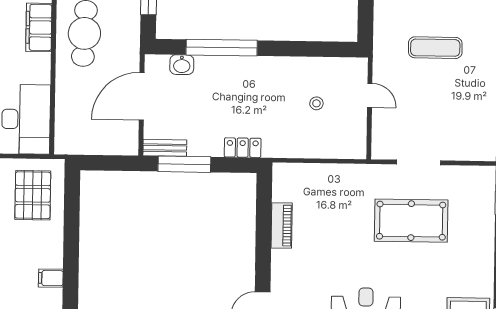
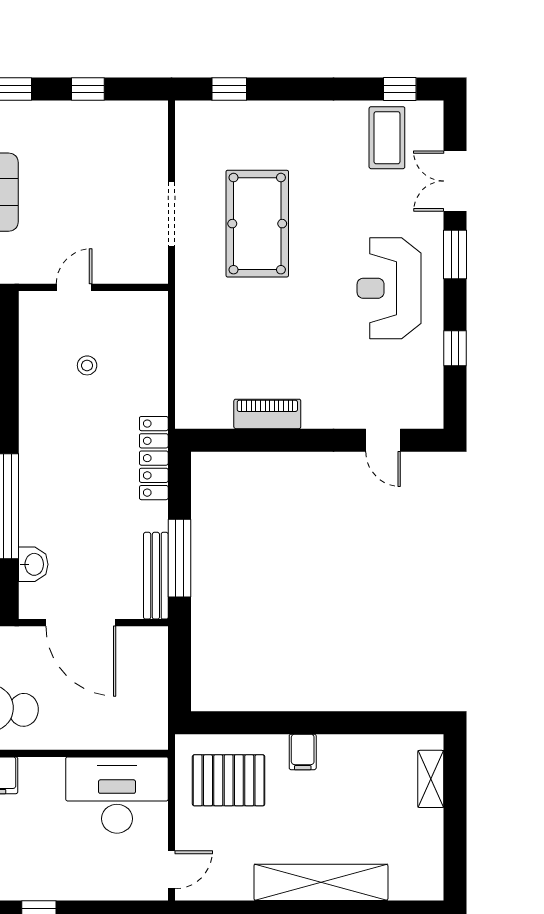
bench: (165, 148) -> (156, 576), width x1.36
locker: (243, 148) -> (154, 458), width x1.53
filing cabinet: (51, 278) -> (303, 752), moved

